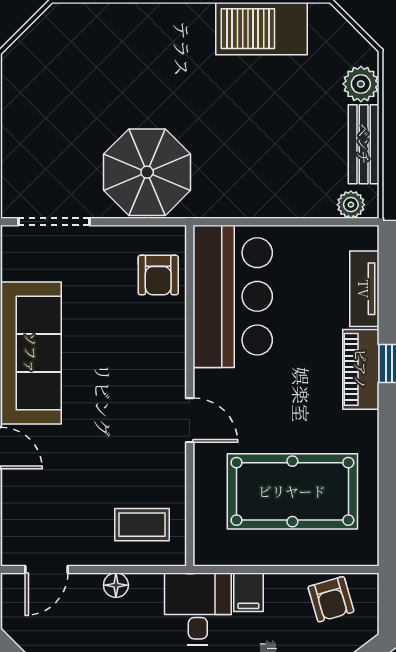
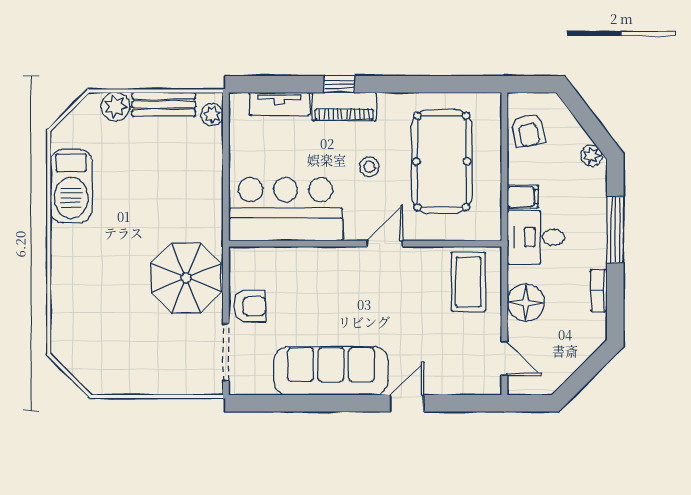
armchair: (158, 275) -> (250, 306), moved
stool: (286, 401) -> (369, 167), added
coffee table: (142, 525) -> (468, 282), width x1.36, depth x1.30
floor lamp: (116, 585) -> (526, 303), width x1.89, depth x1.89
armchair: (331, 599) -> (528, 131), turned 95

